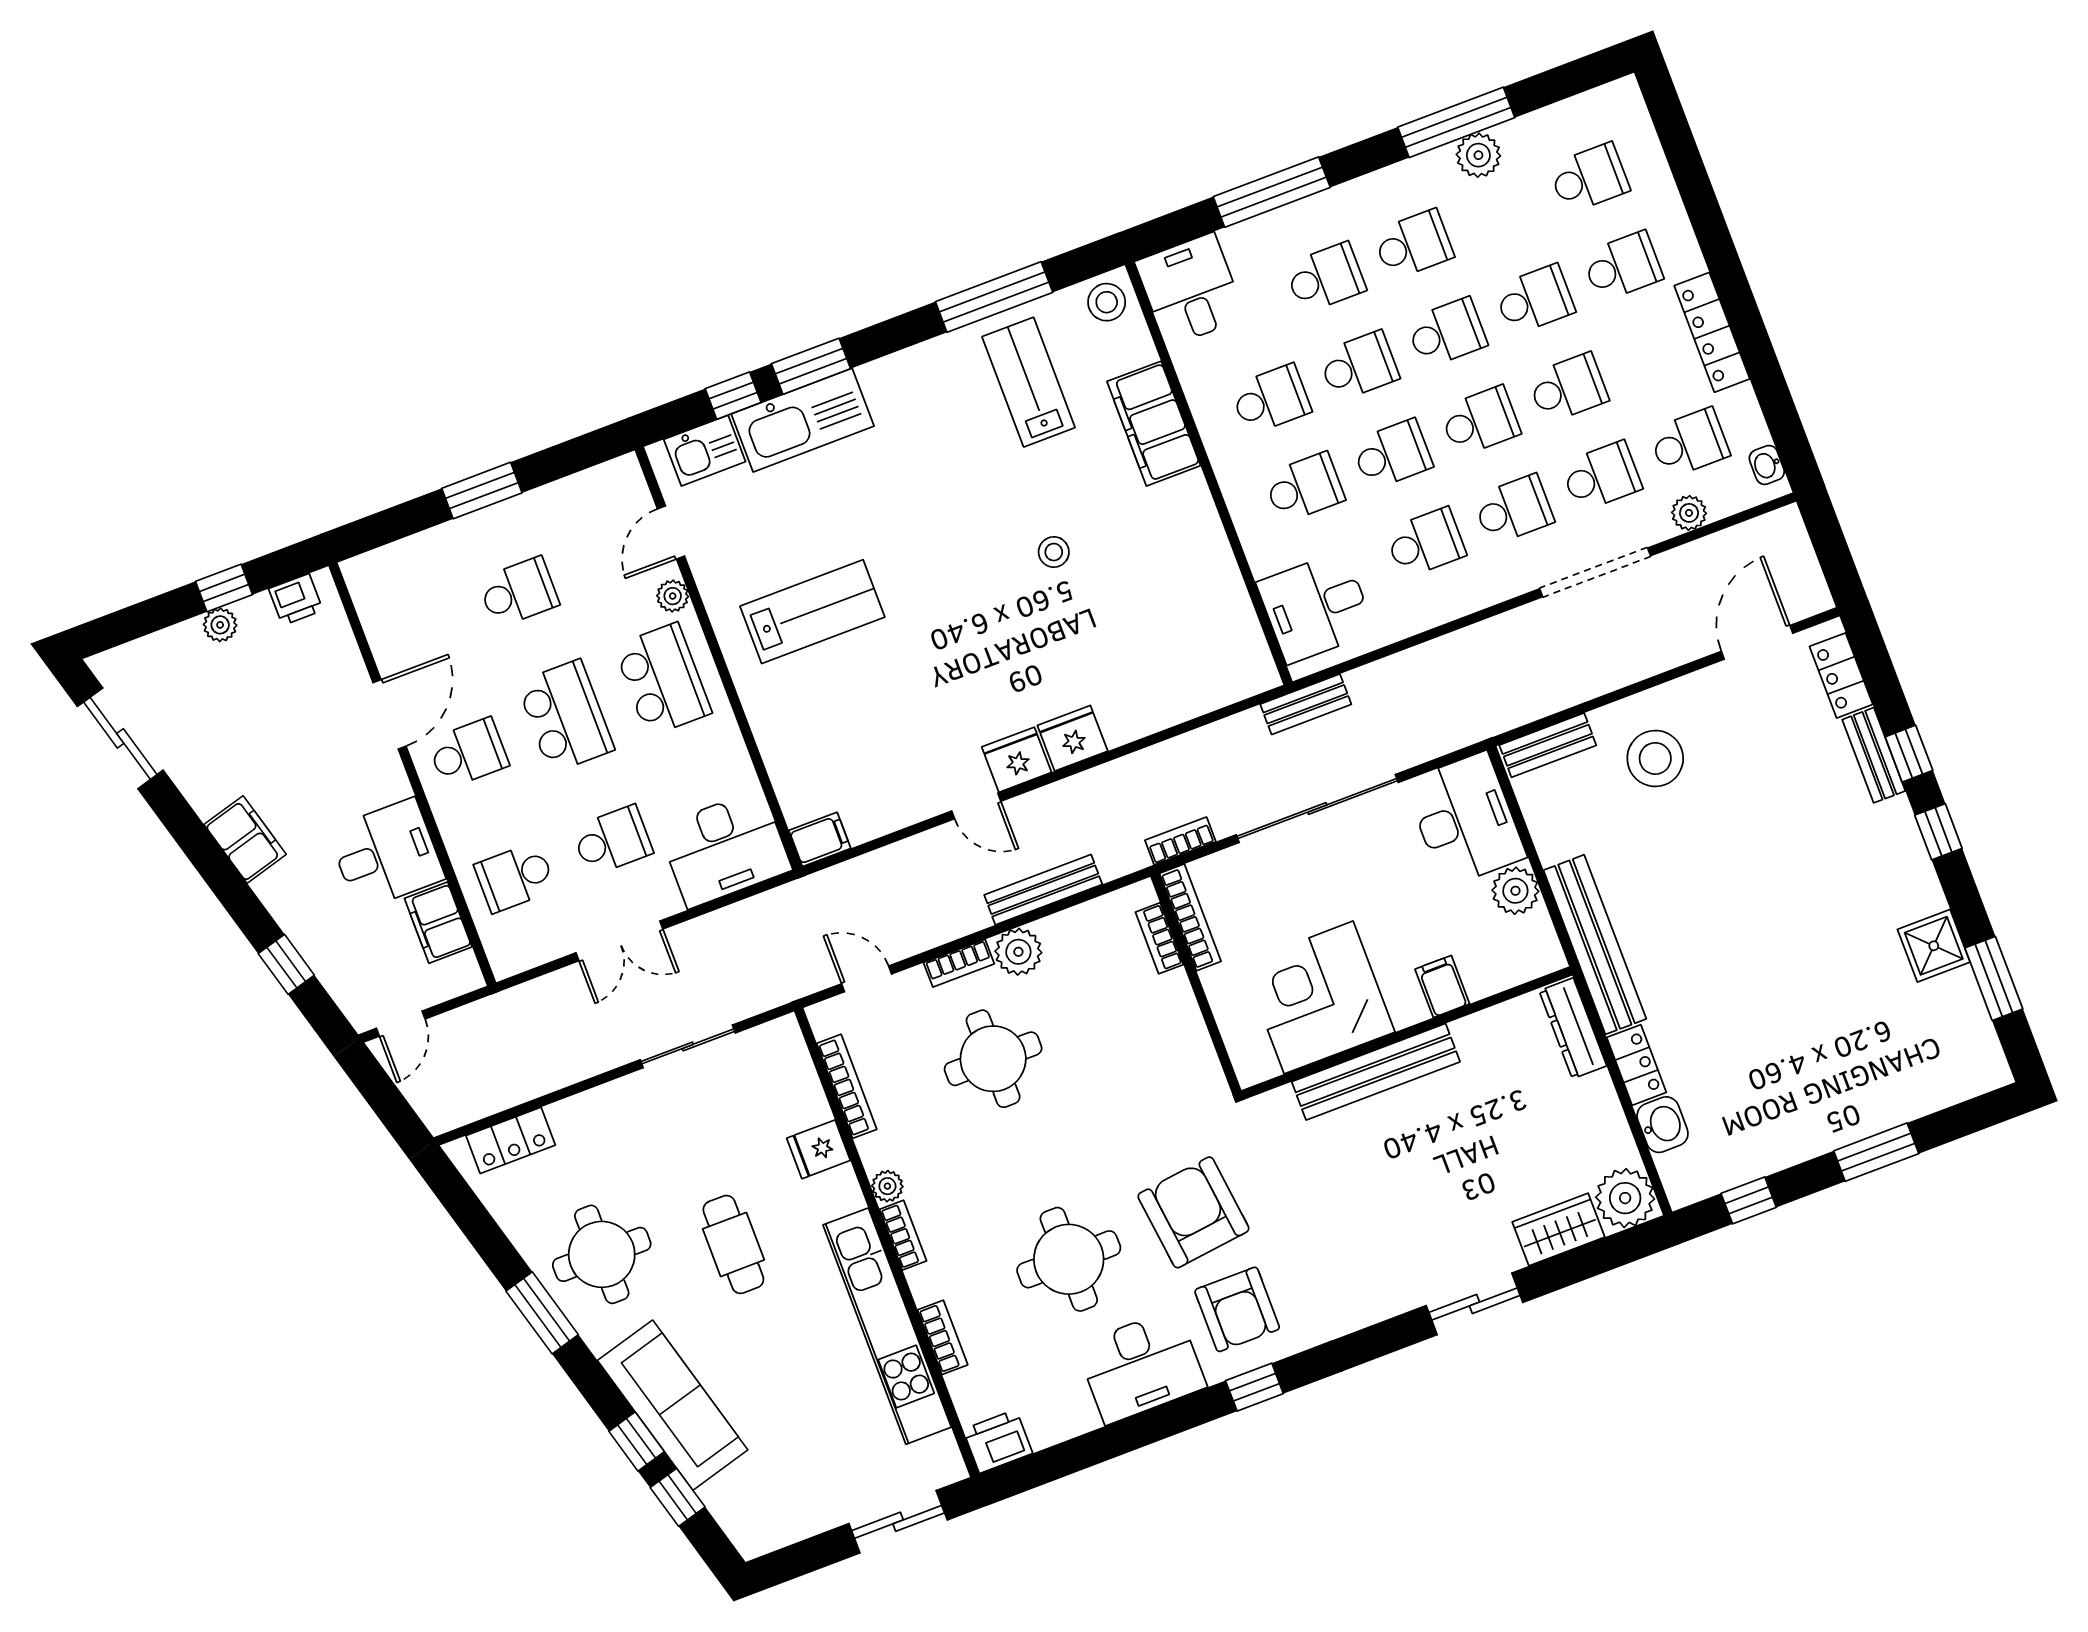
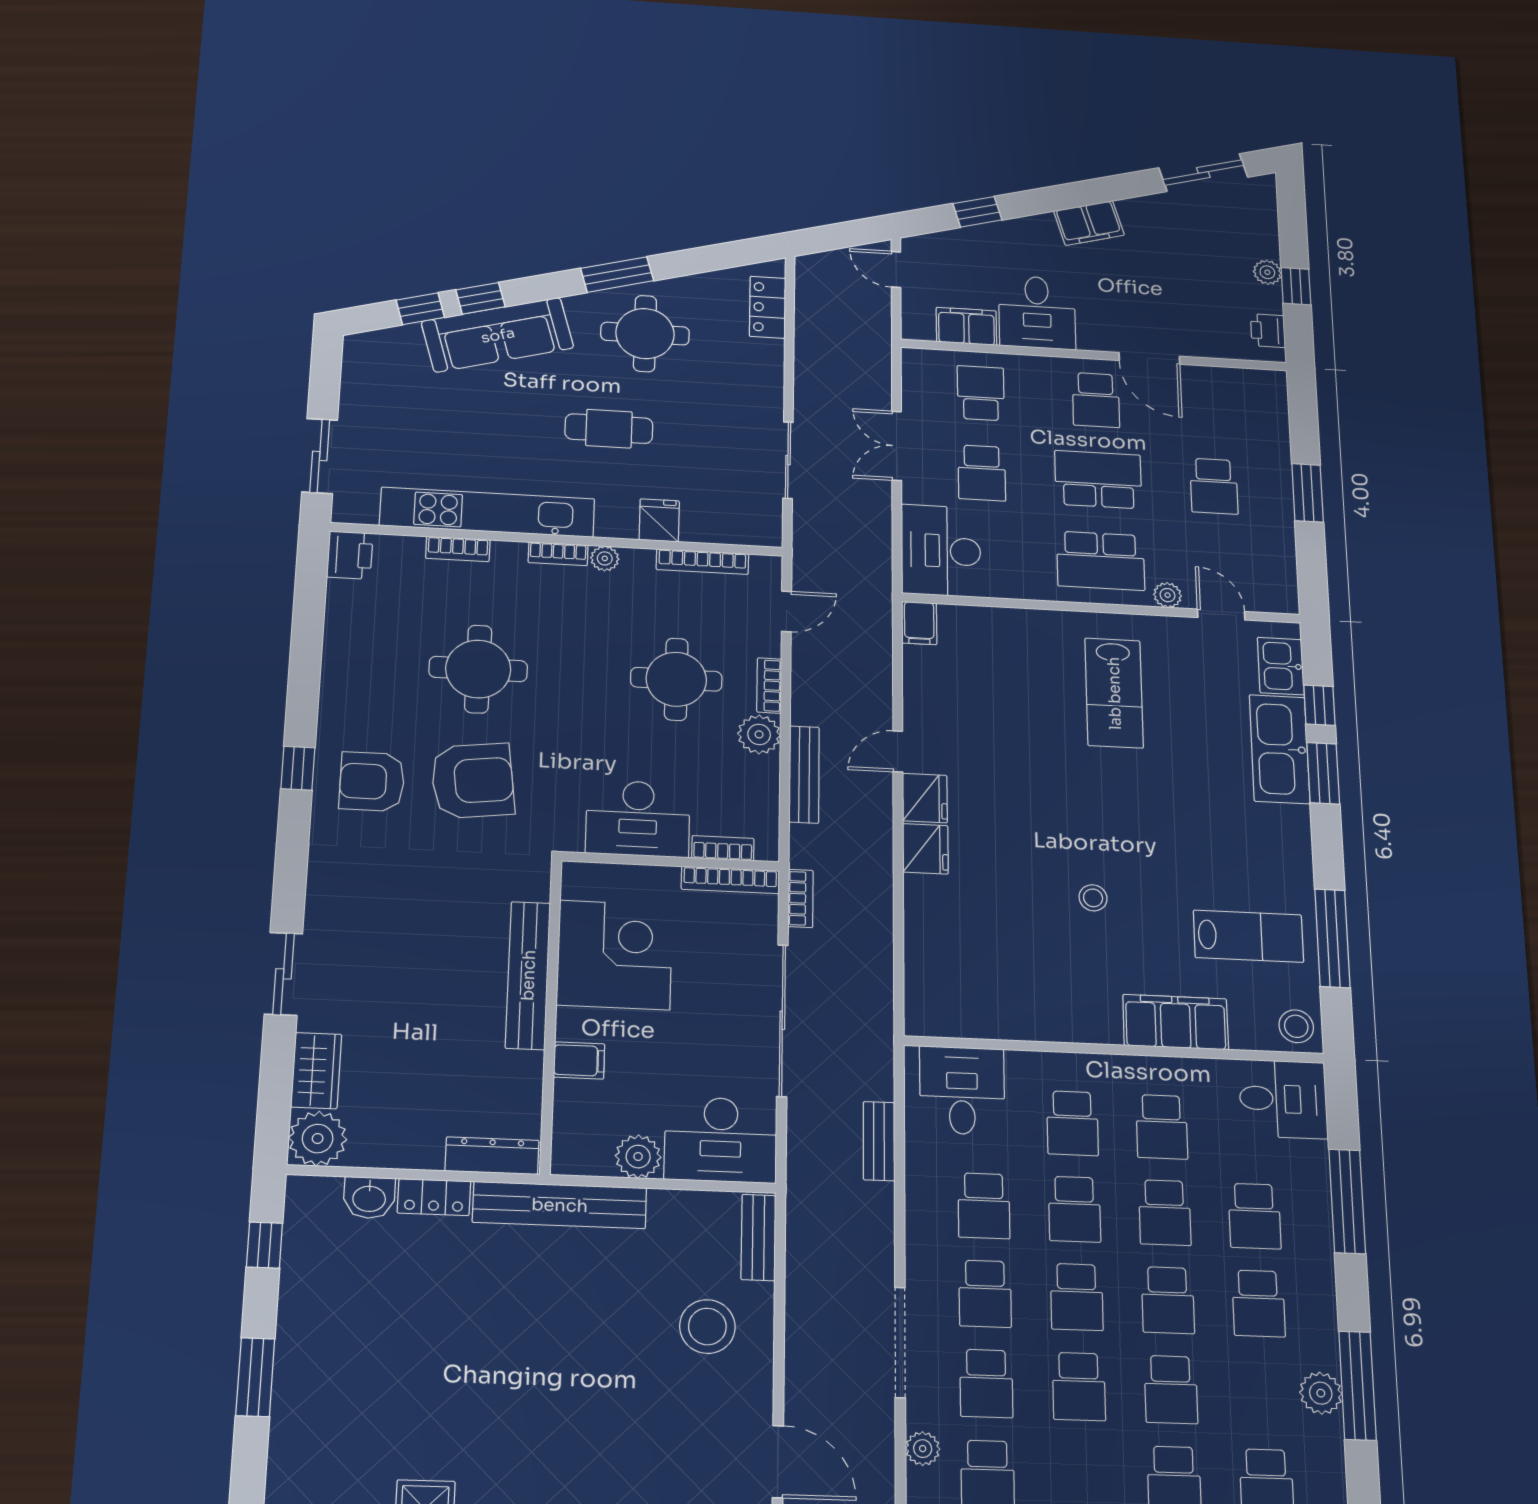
bench: (1306, 704) -> (879, 1141), moved
school desk: (565, 716) -> (1098, 480), turned 180
desk: (1141, 1366) -> (638, 819), moved, turned -90

